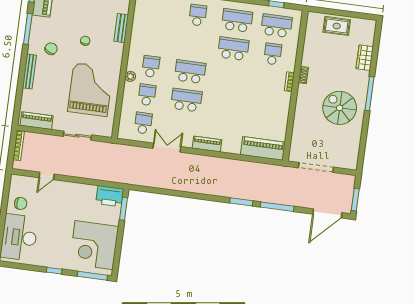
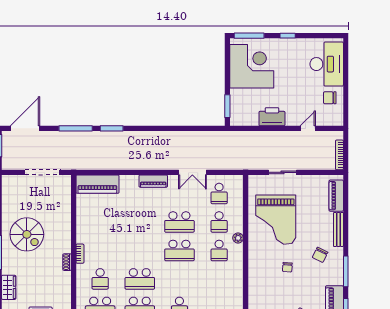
bench: (121, 28) -> (253, 285), removed
piano: (37, 121) -> (336, 196), moved, turned 90
printer: (110, 196) -> (272, 117), moved

